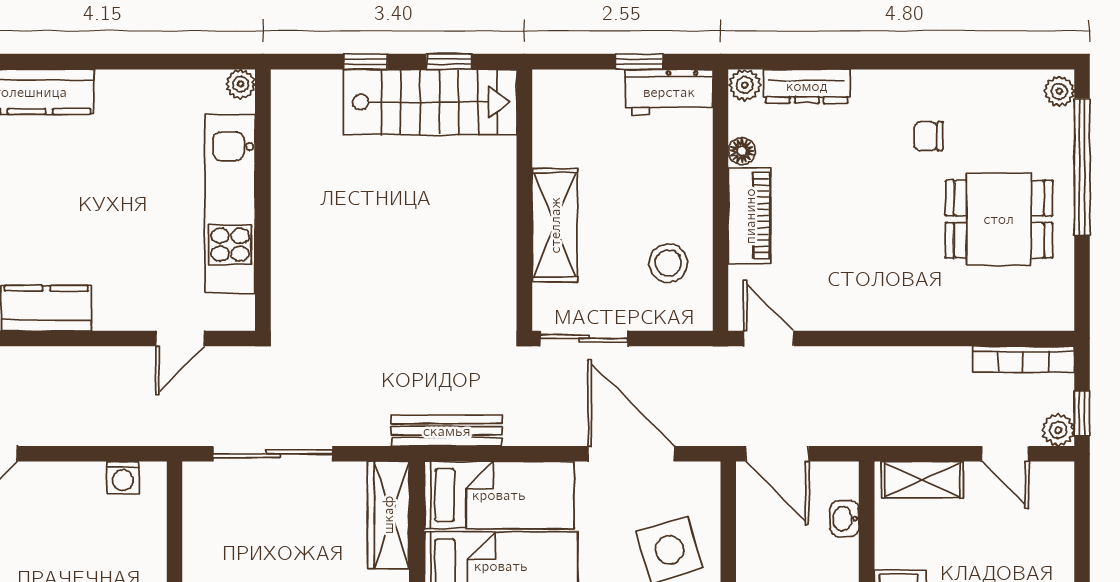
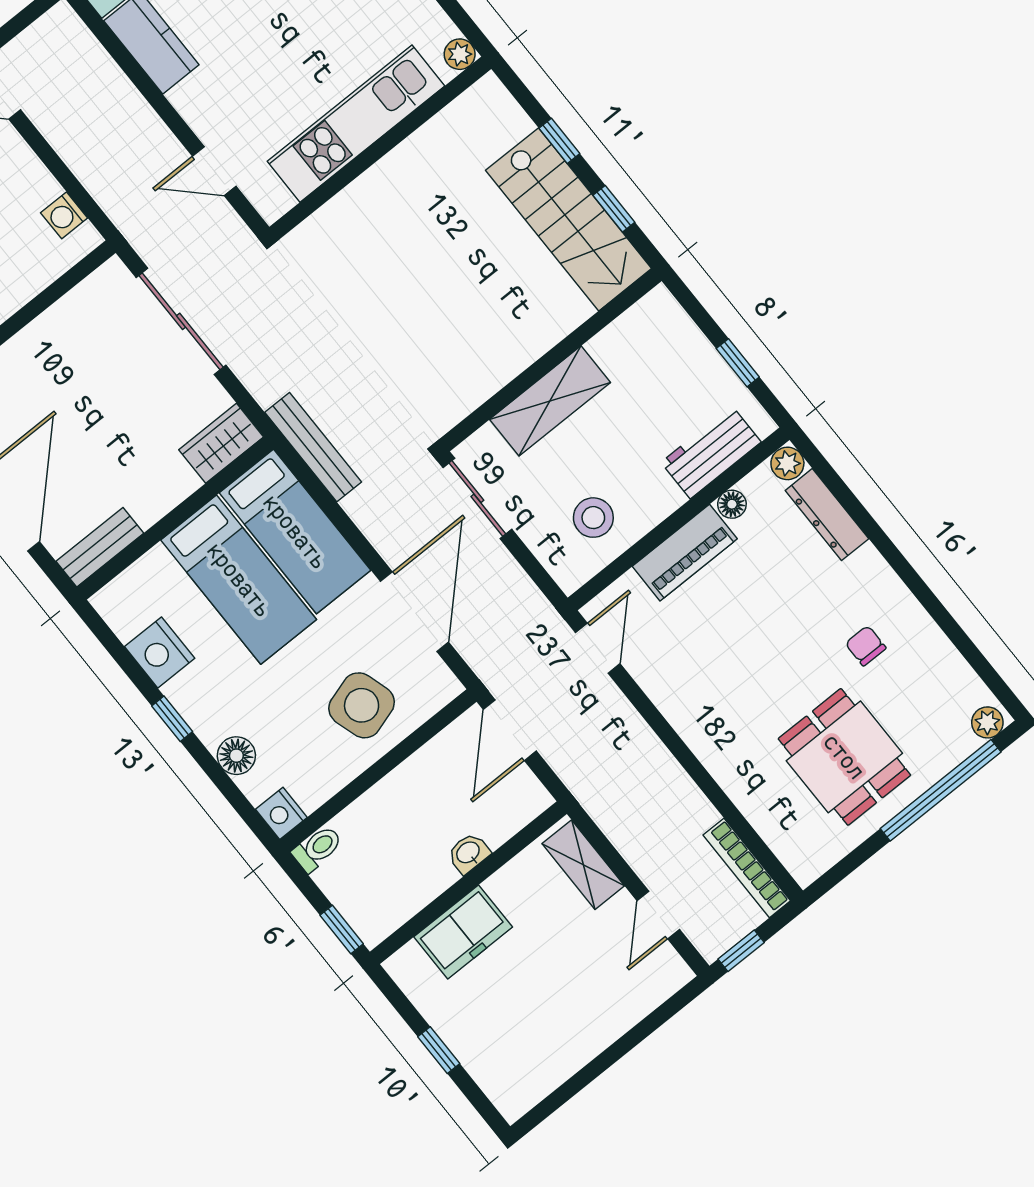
workbench: (669, 92) -> (711, 452), moved, turned 90
plant: (1058, 430) -> (712, 942), removed
wardrobe: (388, 515) -> (221, 443), width x0.67
washbasin: (844, 519) -> (469, 853), moved

